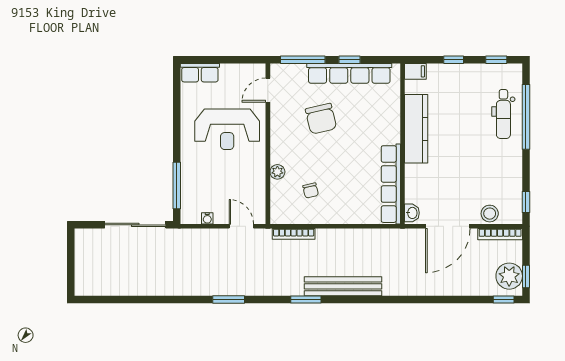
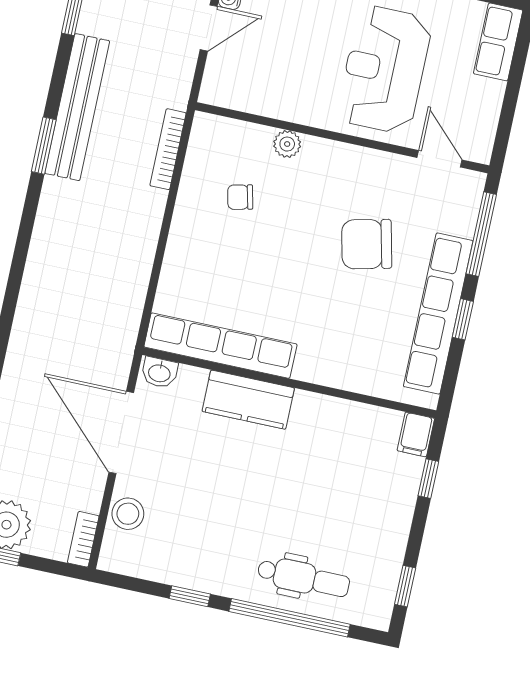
window: (454, 60) -> (428, 479), moved
dental chair: (503, 114) -> (304, 578), turned 180
kitchen counter: (416, 129) -> (248, 400), moved, width x0.67
window: (526, 202) -> (190, 596), moved
door: (241, 226) -> (209, 28), moved
bookcase: (500, 234) -> (83, 539), width x0.64
bench: (343, 286) -> (77, 107), moved

